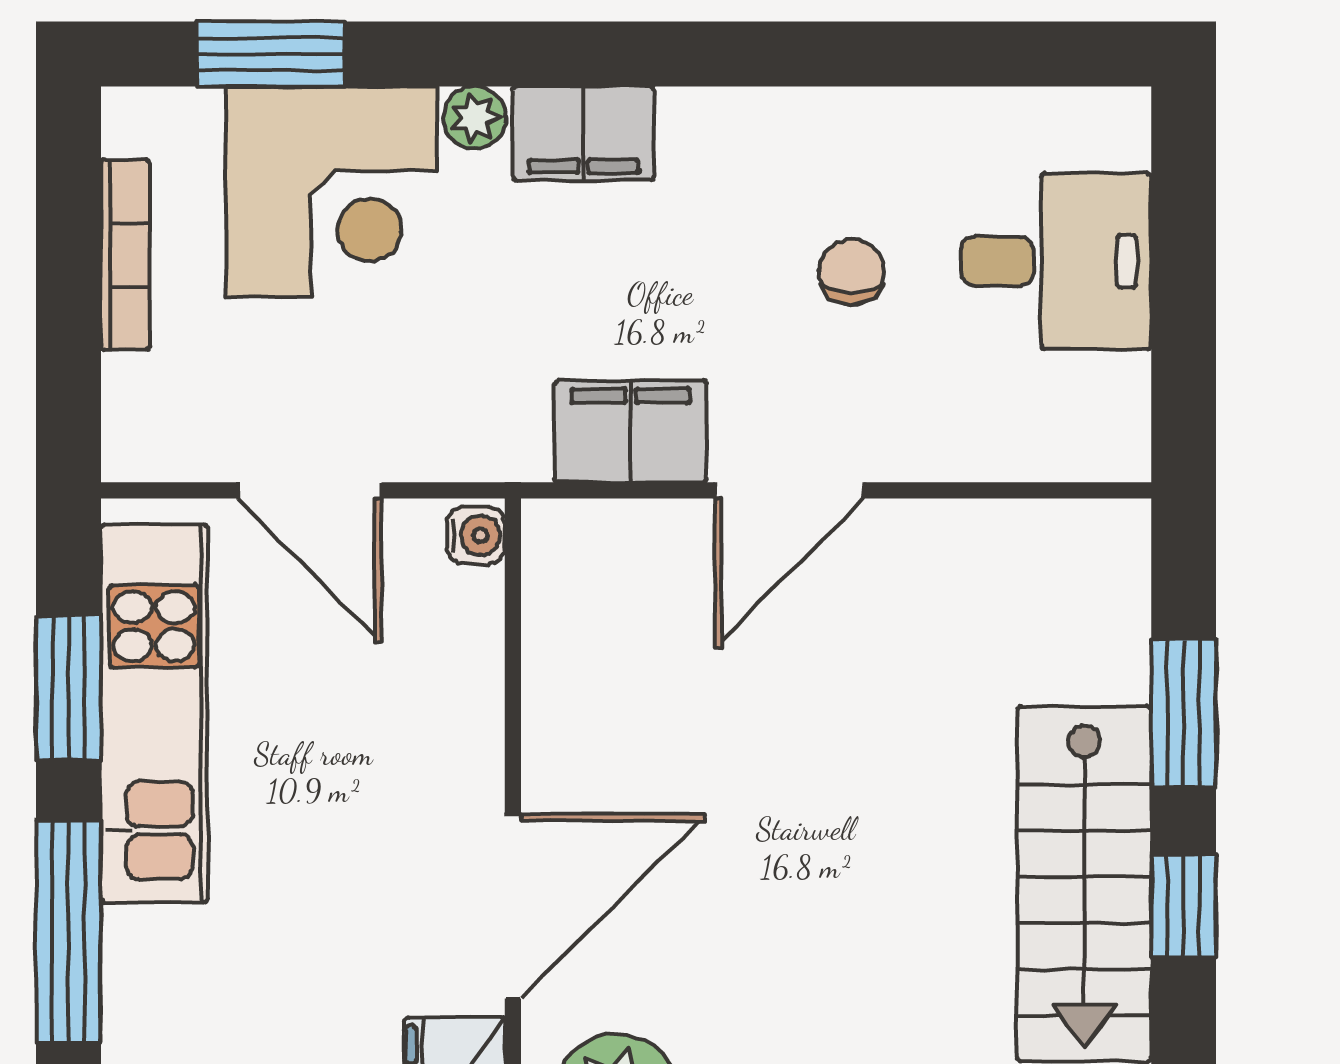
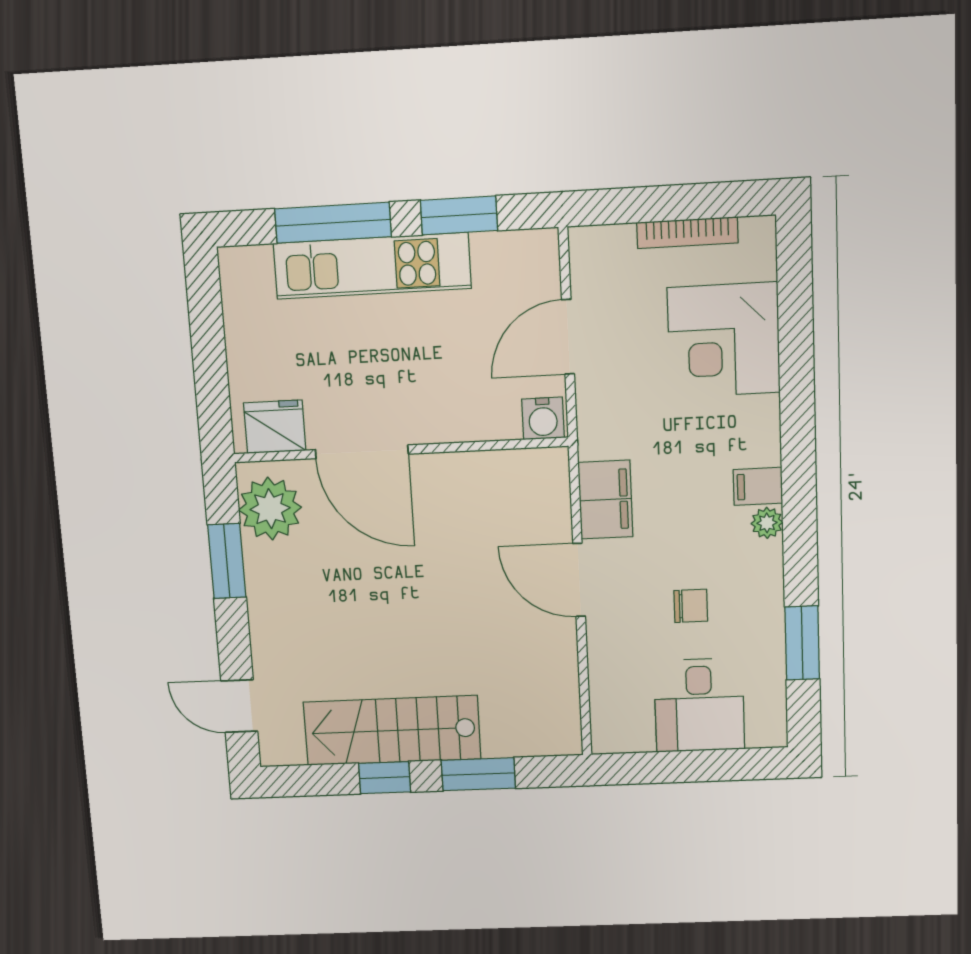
window: (271, 54) -> (802, 643), moved
plant: (475, 118) -> (767, 523), moved
filing cabinet: (583, 134) -> (758, 486), width x0.50
water cooler: (476, 535) -> (543, 418), width x1.38, depth x1.38
kitchen unit: (154, 713) -> (372, 266), moved

